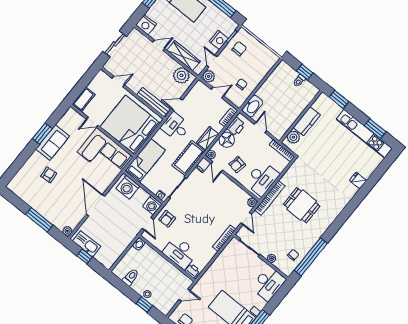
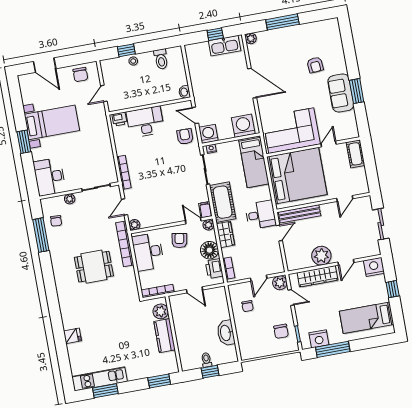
nightstand: (219, 40) -> (319, 339), moved, turned -90
plant: (181, 75) -> (321, 256), moved
washbasin: (252, 106) -> (226, 333), moved
kitchen unit: (364, 134) -> (100, 379), width x0.73
door: (246, 219) -> (124, 207), hinge flipped
window: (311, 257) -> (41, 235), width x0.68

